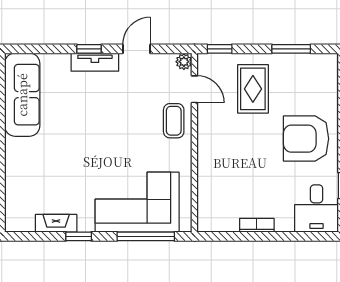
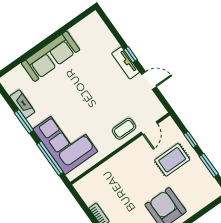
window: (220, 49) -> (191, 139), moved
plant: (184, 62) -> (160, 111), removed
sofa: (22, 95) -> (51, 56), moved
window: (79, 236) -> (24, 122), width x1.50

